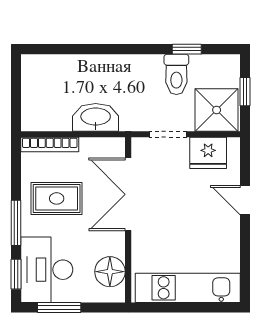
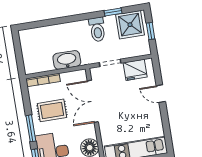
toilet: (176, 74) -> (97, 29), moved
shower: (217, 110) -> (130, 25), moved

